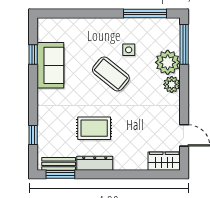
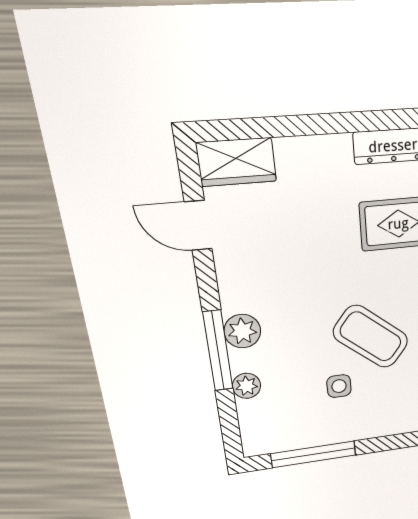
window: (184, 44) -> (218, 351), moved
plant: (168, 62) -> (247, 386), width x0.53, depth x0.53

